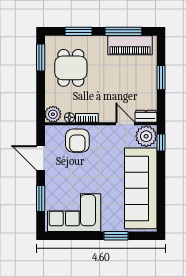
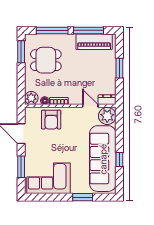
window: (79, 31) -> (52, 30), width x1.44
dining table: (71, 68) -> (46, 60), turned 90
window: (161, 142) -> (119, 159), moved

